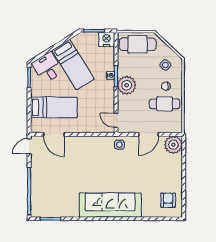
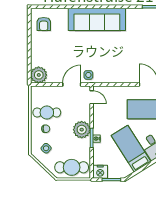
door: (149, 134) -> (72, 84), moved

